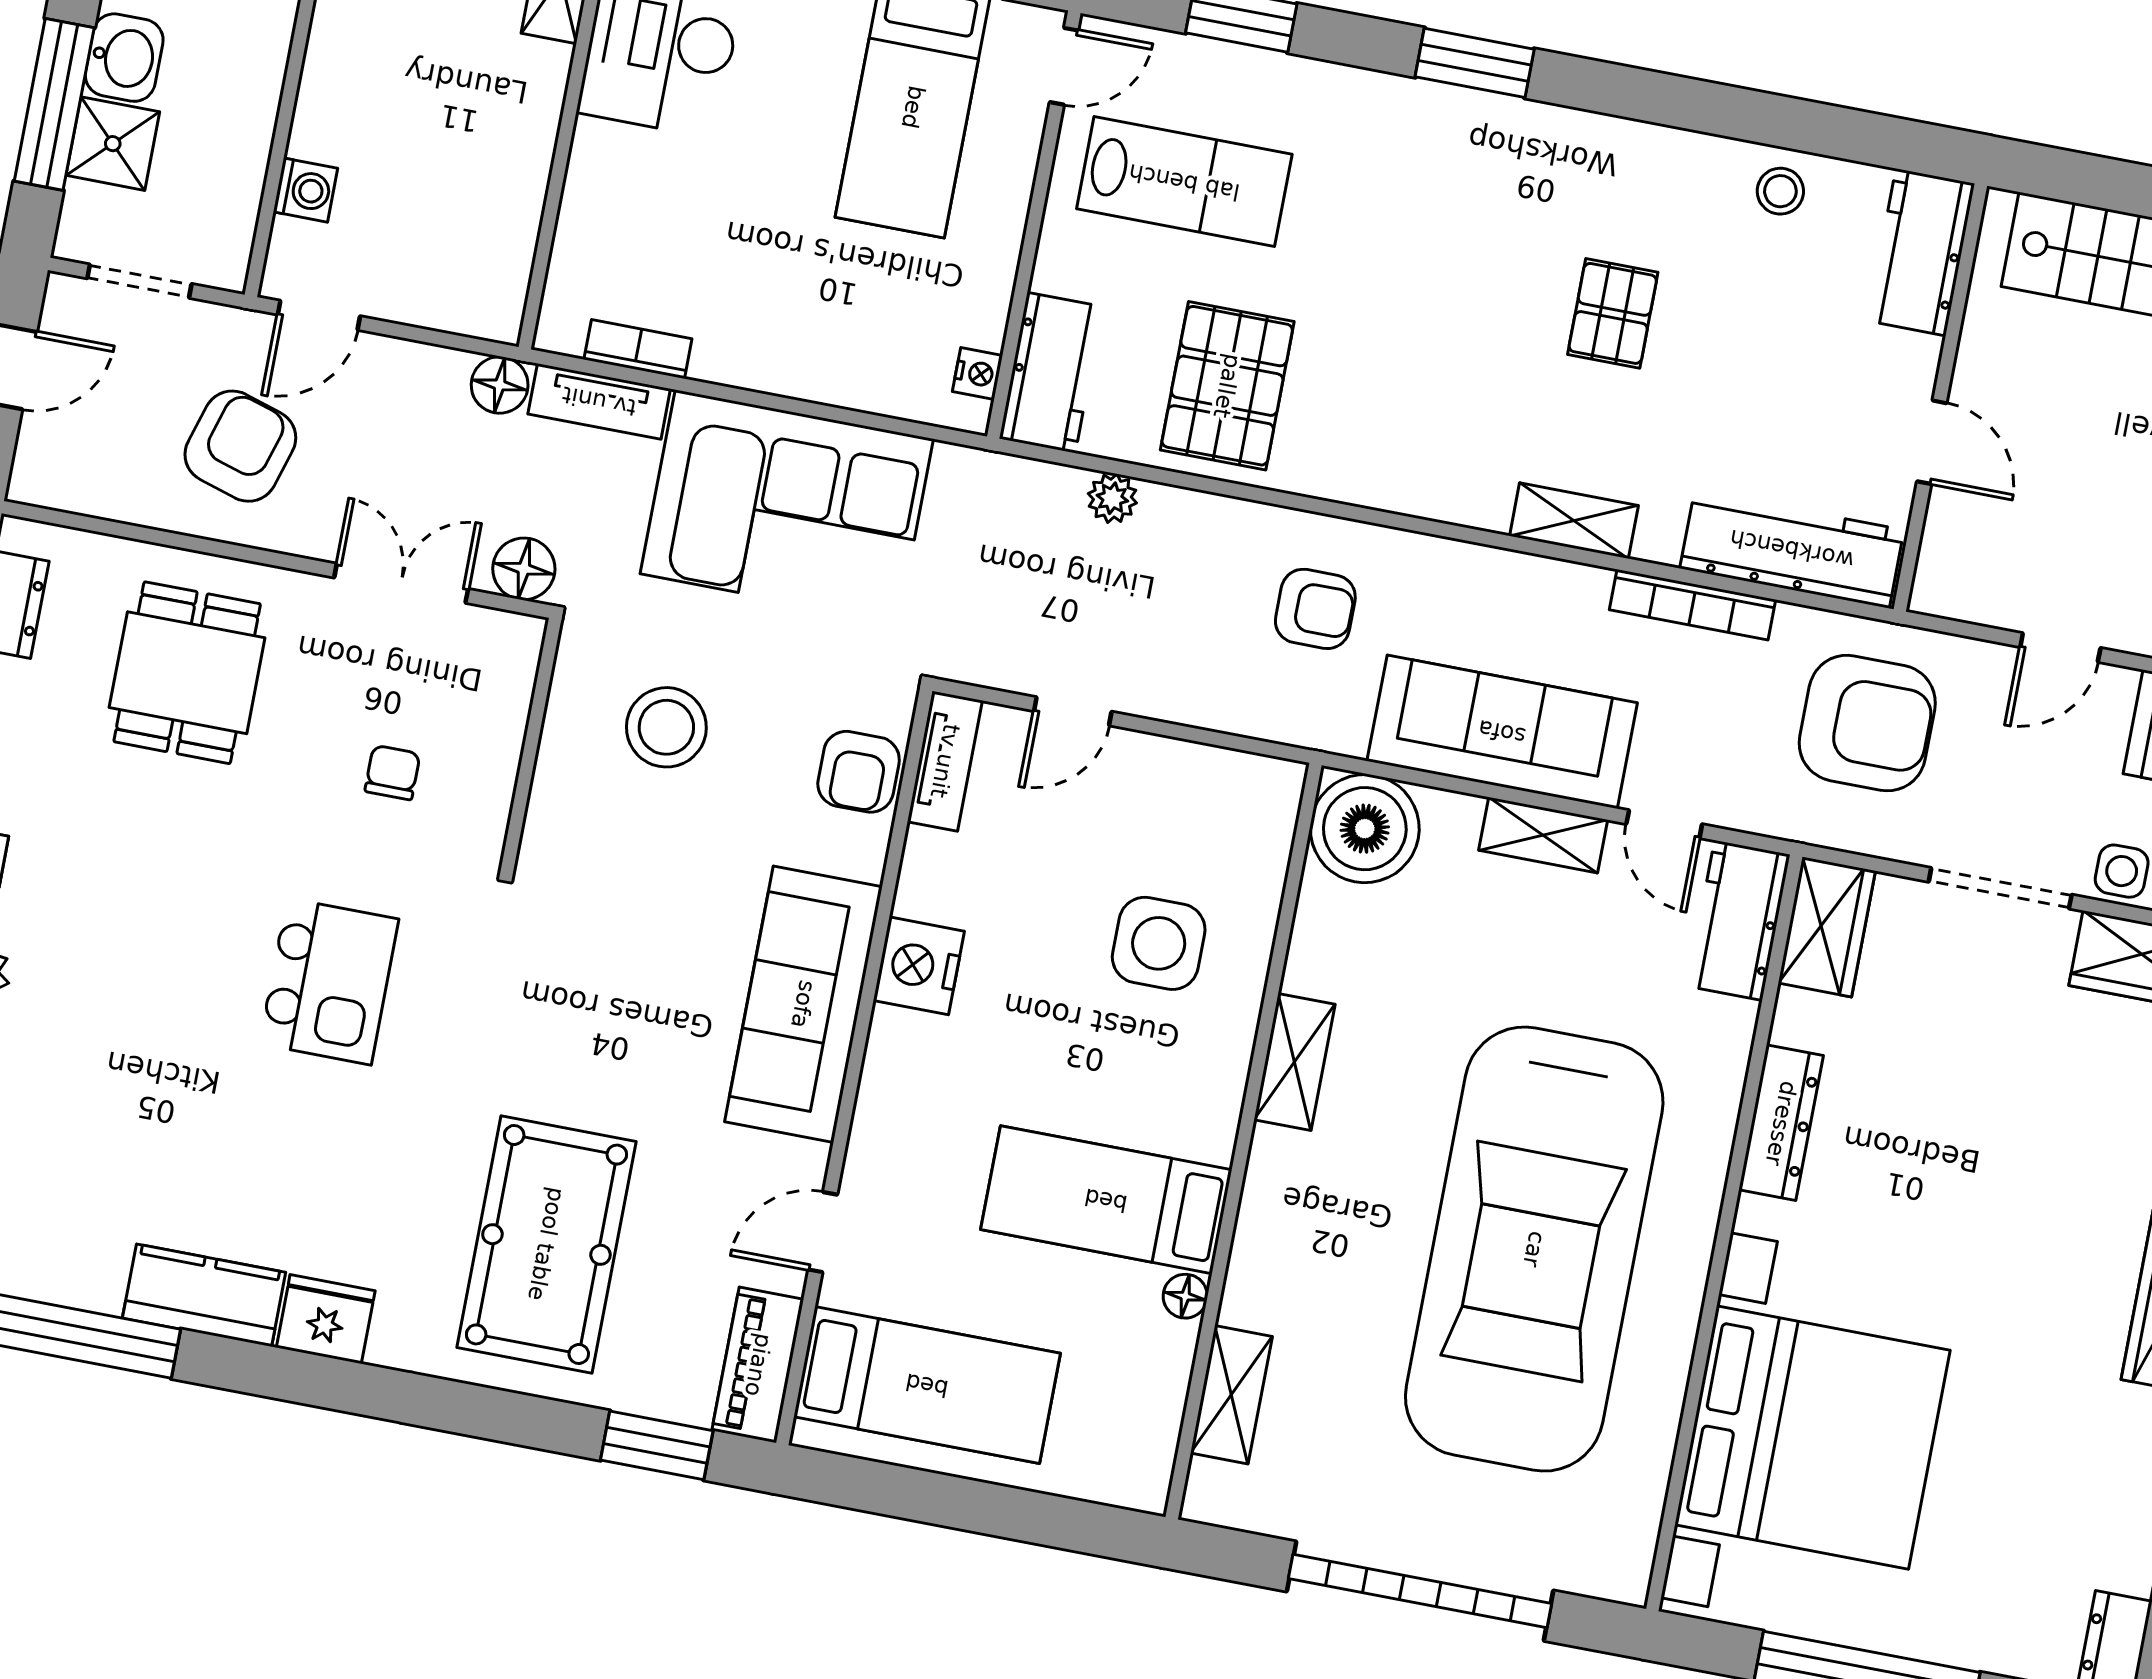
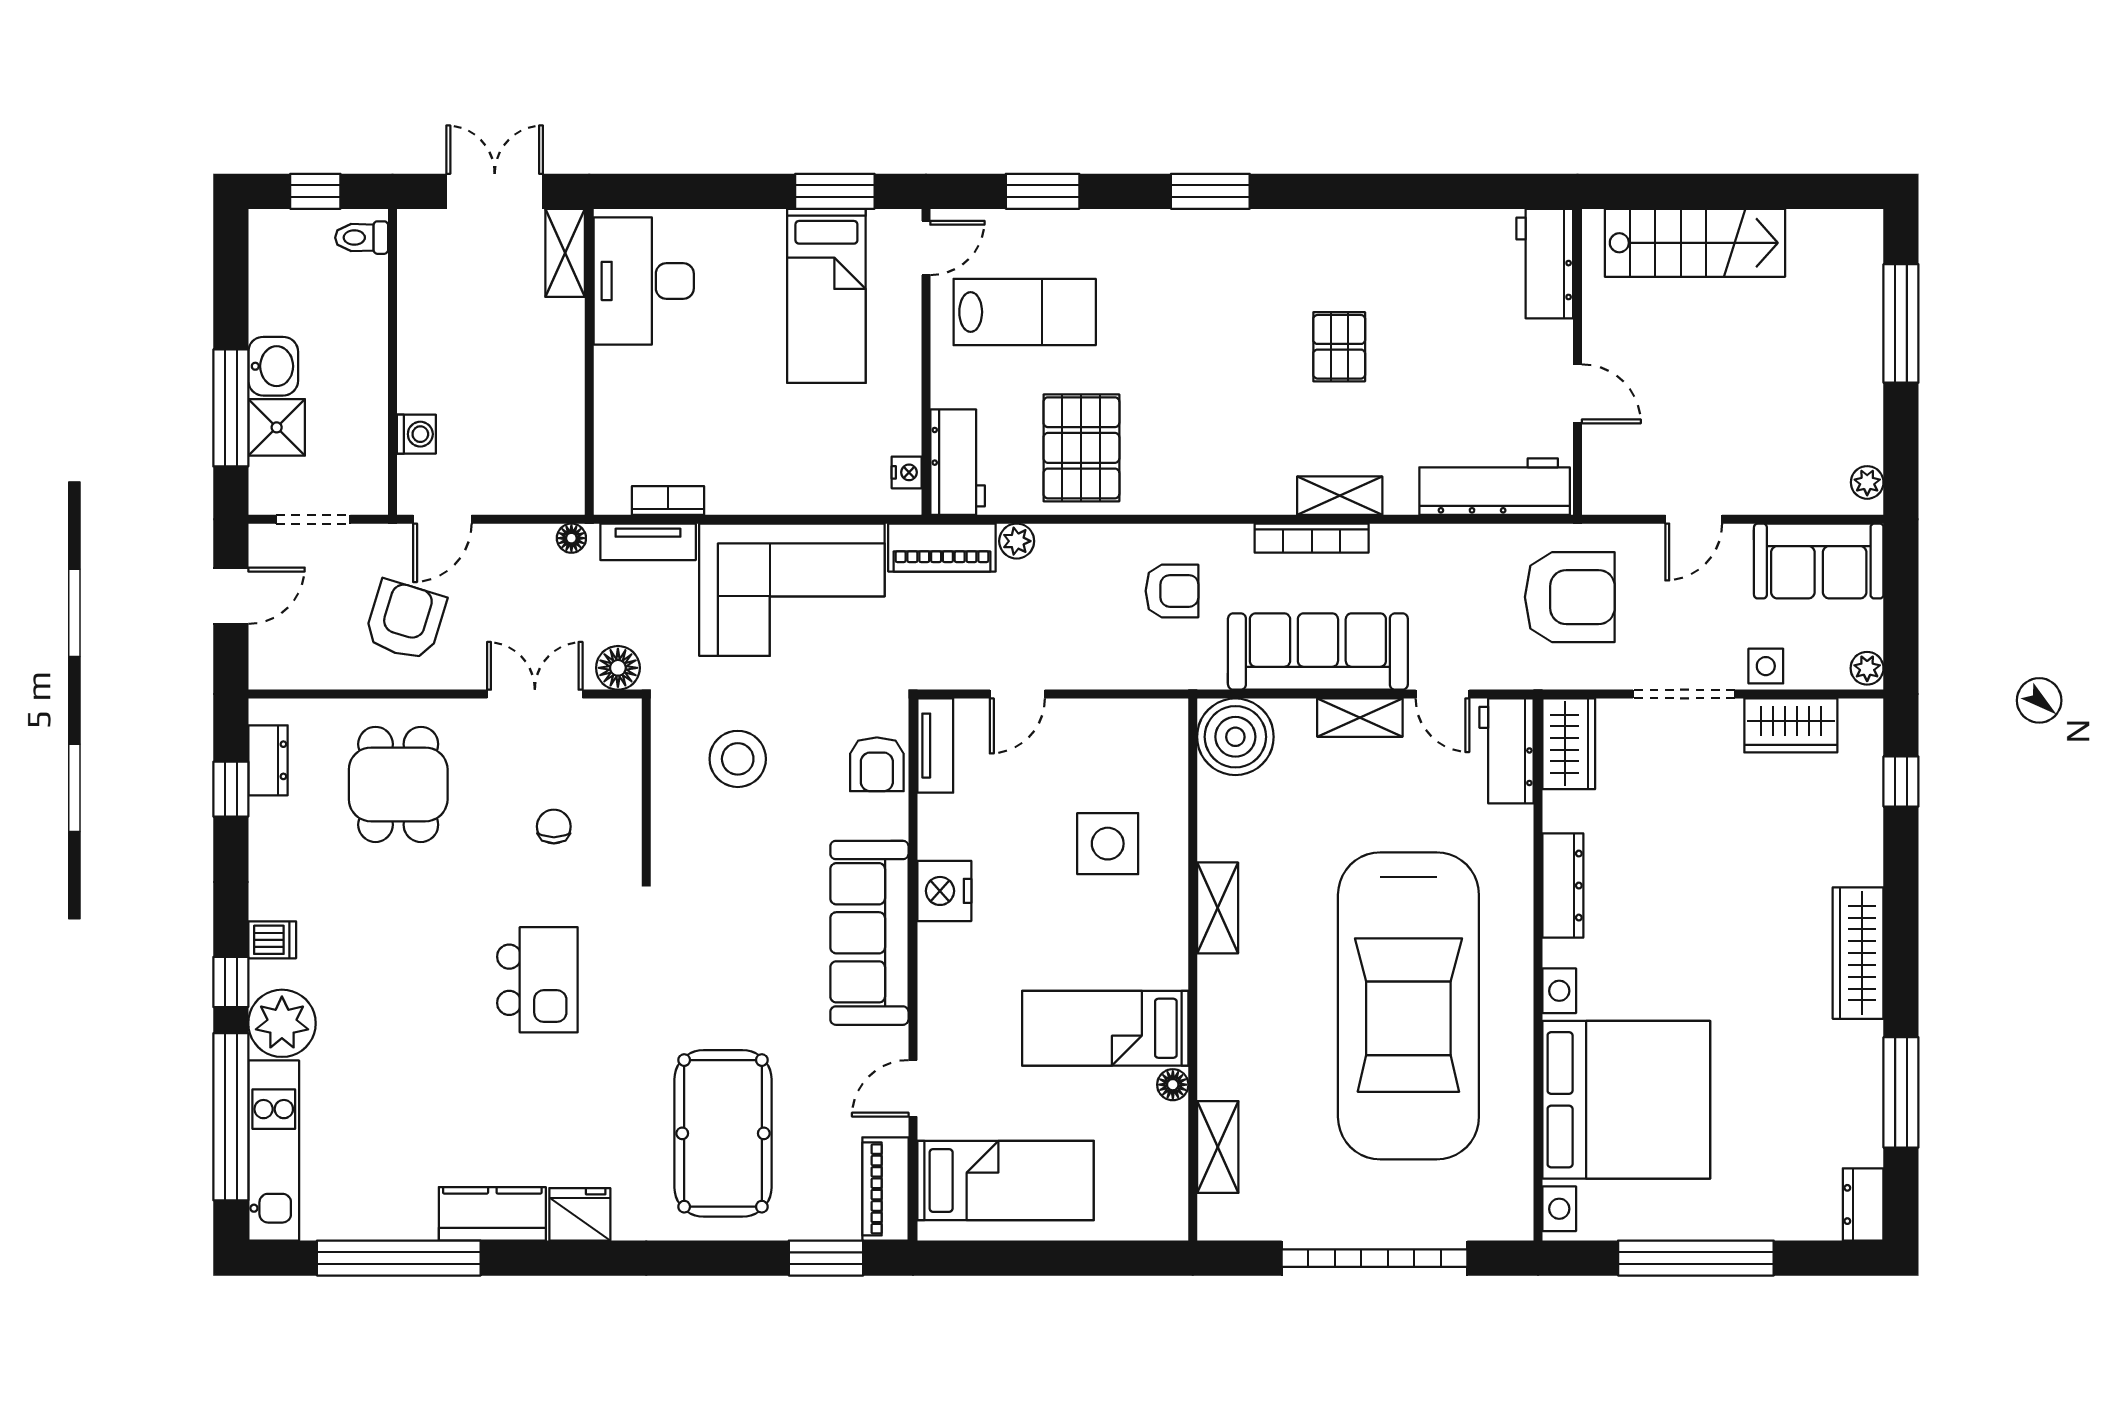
stool: (1780, 191) -> (1439, 240), removed
floor lamp: (500, 385) -> (571, 538), width x0.73, depth x0.73
piano: (1007, 487) -> (942, 548), added
bookcase: (1692, 605) -> (1312, 538), moved

